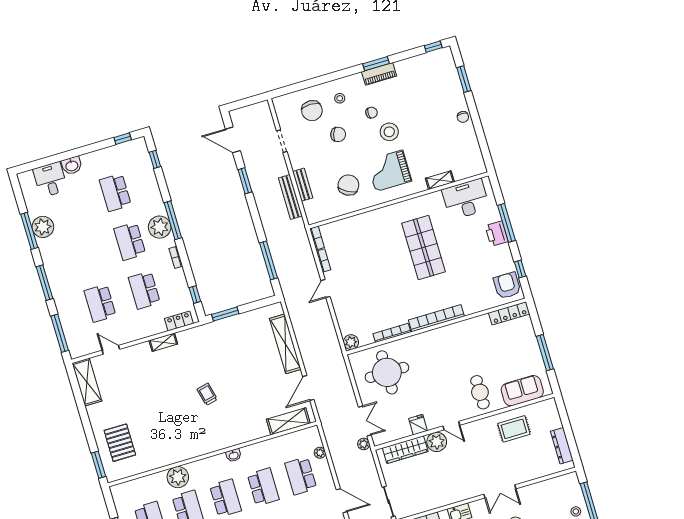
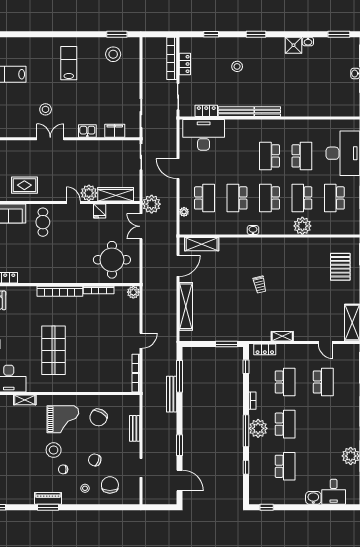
window: (155, 159) -> (246, 467), moved
bench: (290, 197) -> (172, 394), moved
plant: (364, 444) -> (152, 204), width x1.88, depth x1.88

